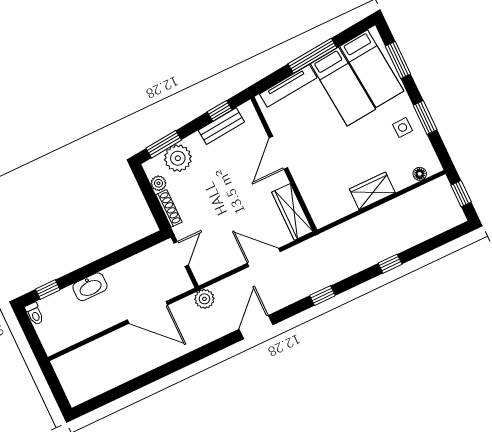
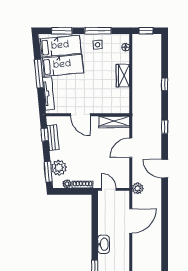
window: (425, 117) -> (98, 31), width x1.44

